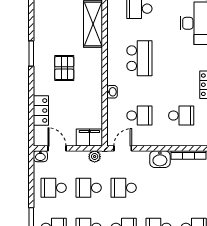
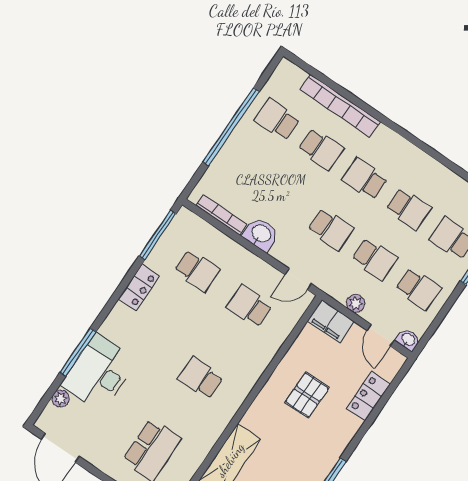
school desk: (139, 58) -> (201, 378), width x0.54
pallet: (64, 68) -> (307, 395), moved
washbasin: (112, 92) -> (264, 359), removed
school desk: (181, 116) -> (197, 271), turned 180
plant: (95, 157) -> (356, 303), moved

